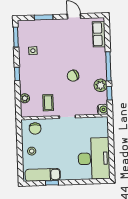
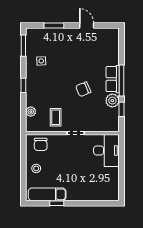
row of seats: (99, 34) -> (113, 79), moved
water cooler: (103, 109) -> (114, 126), removed
desk: (94, 159) -> (106, 151), moved, width x0.73, depth x0.77

